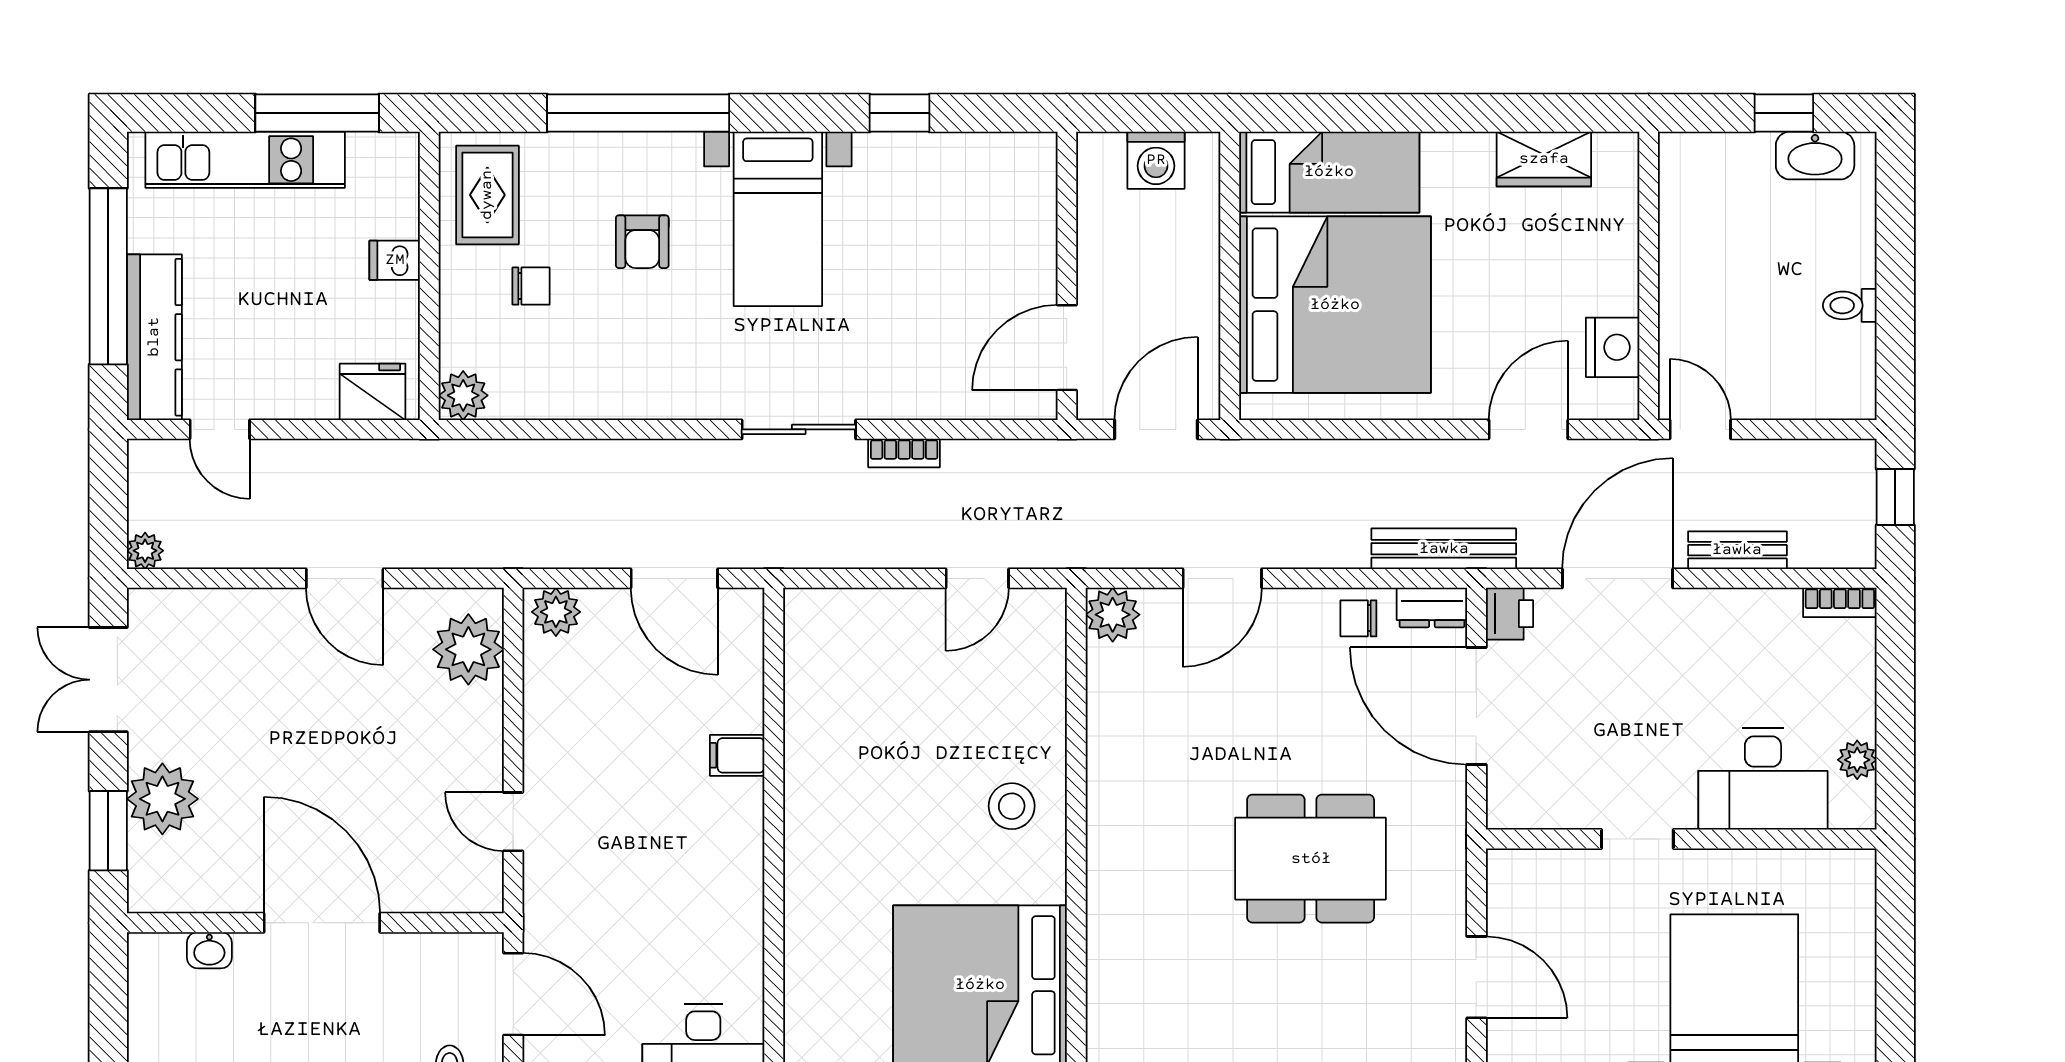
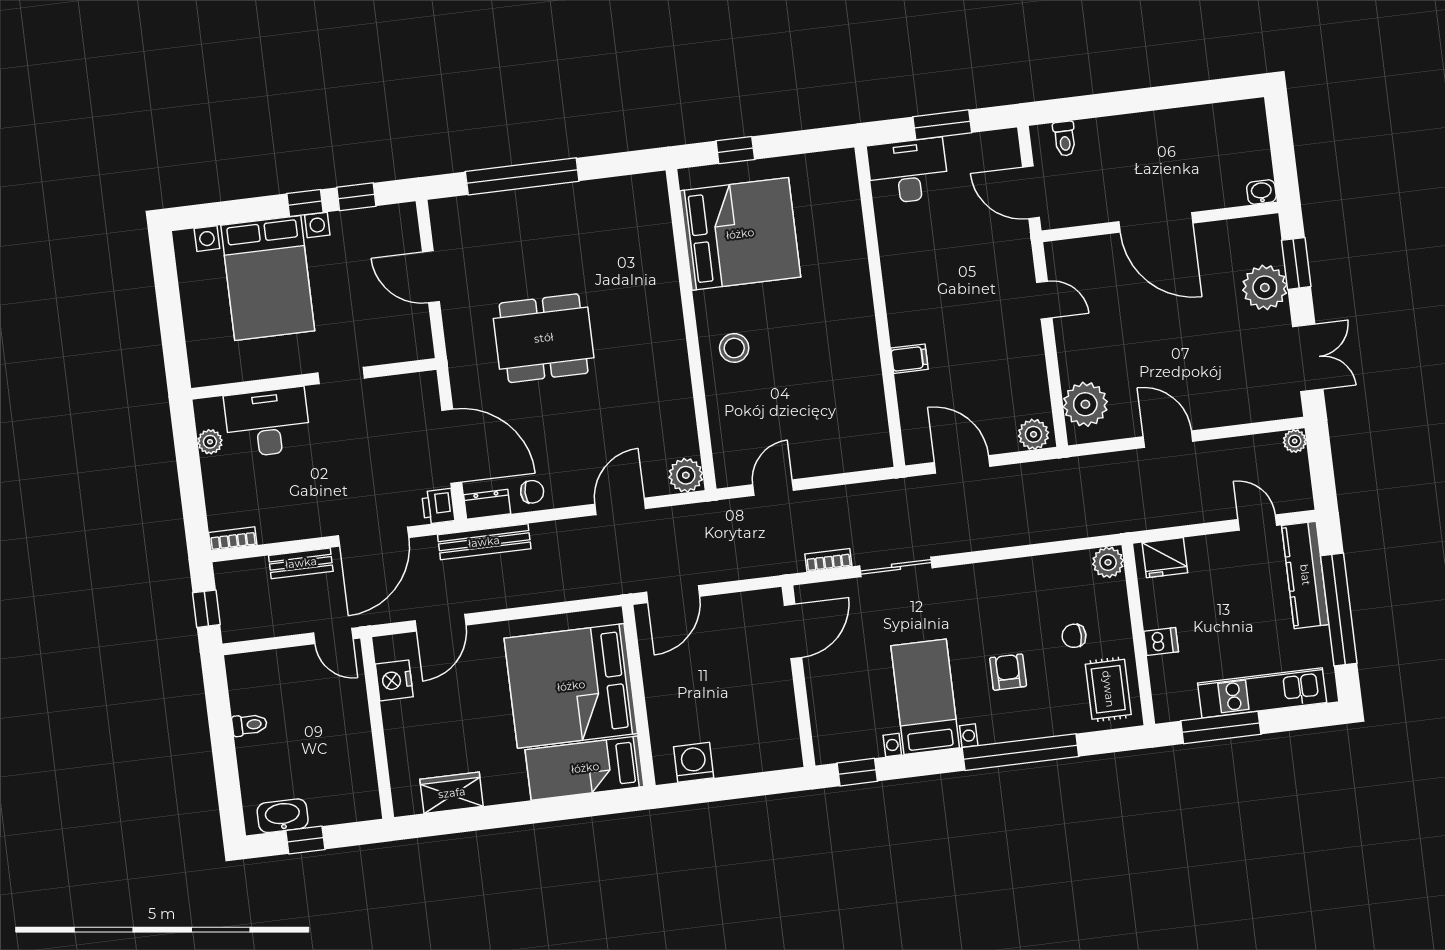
wall: (1067, 276) -> (798, 676), moved
door: (1067, 348) -> (793, 631), moved
washbasin: (209, 950) -> (1261, 192), moved

